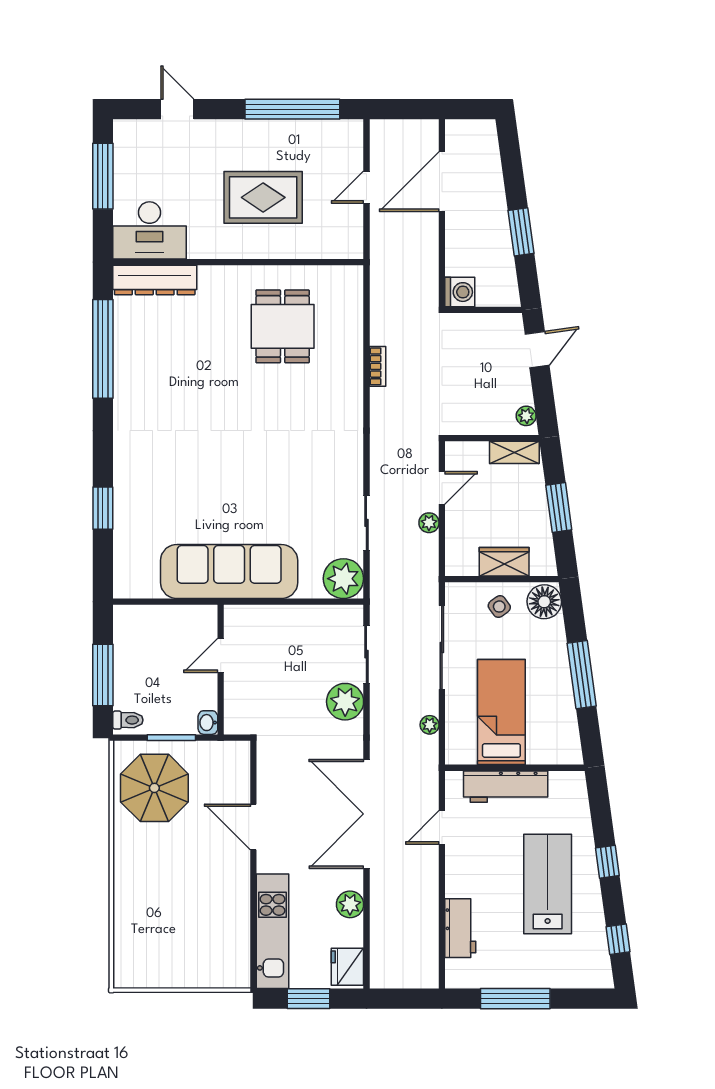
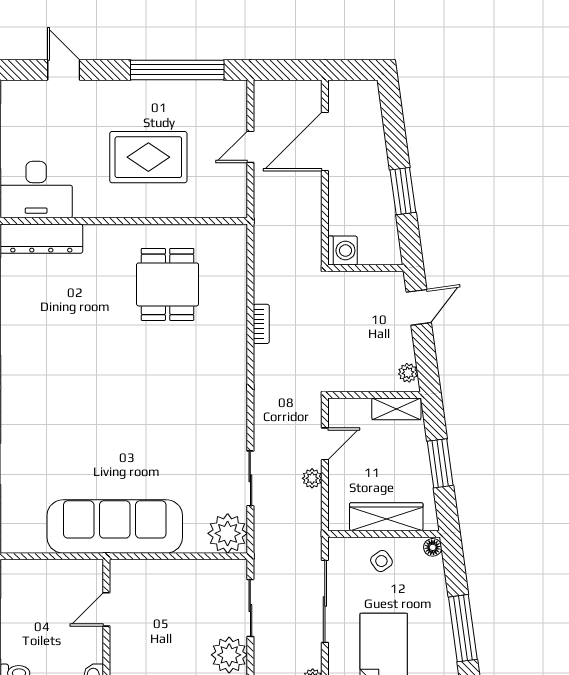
wardrobe: (504, 562) -> (386, 517), width x1.50
floor lamp: (544, 602) -> (433, 547), width x0.53, depth x0.53

